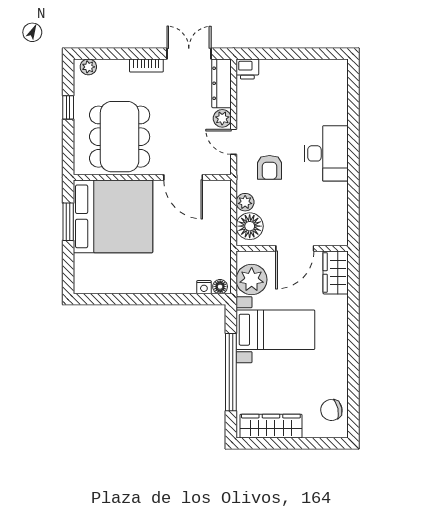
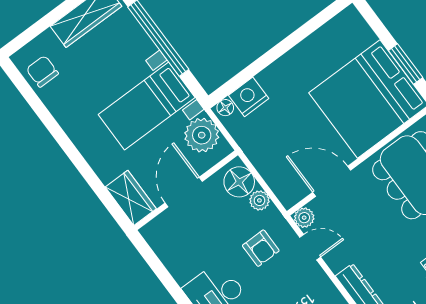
plant: (222, 118) -> (304, 218), moved
armchair: (269, 167) -> (261, 248), turned 180
nightstand: (204, 287) -> (249, 97), width x1.89, depth x1.79
chair: (331, 410) -> (42, 71), turned -78

